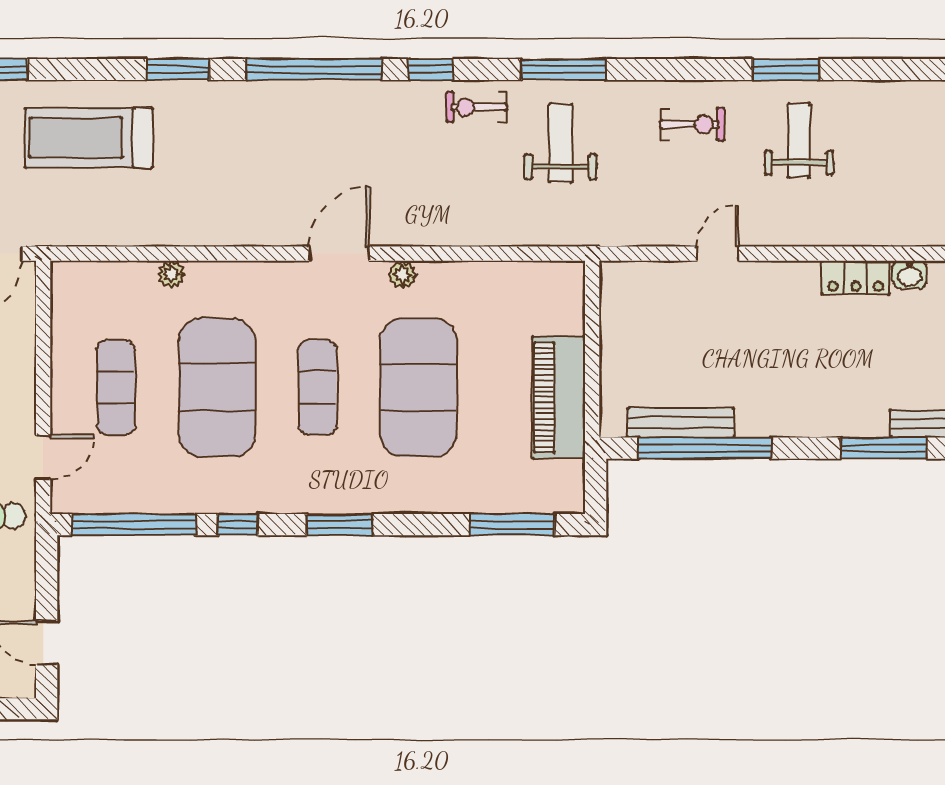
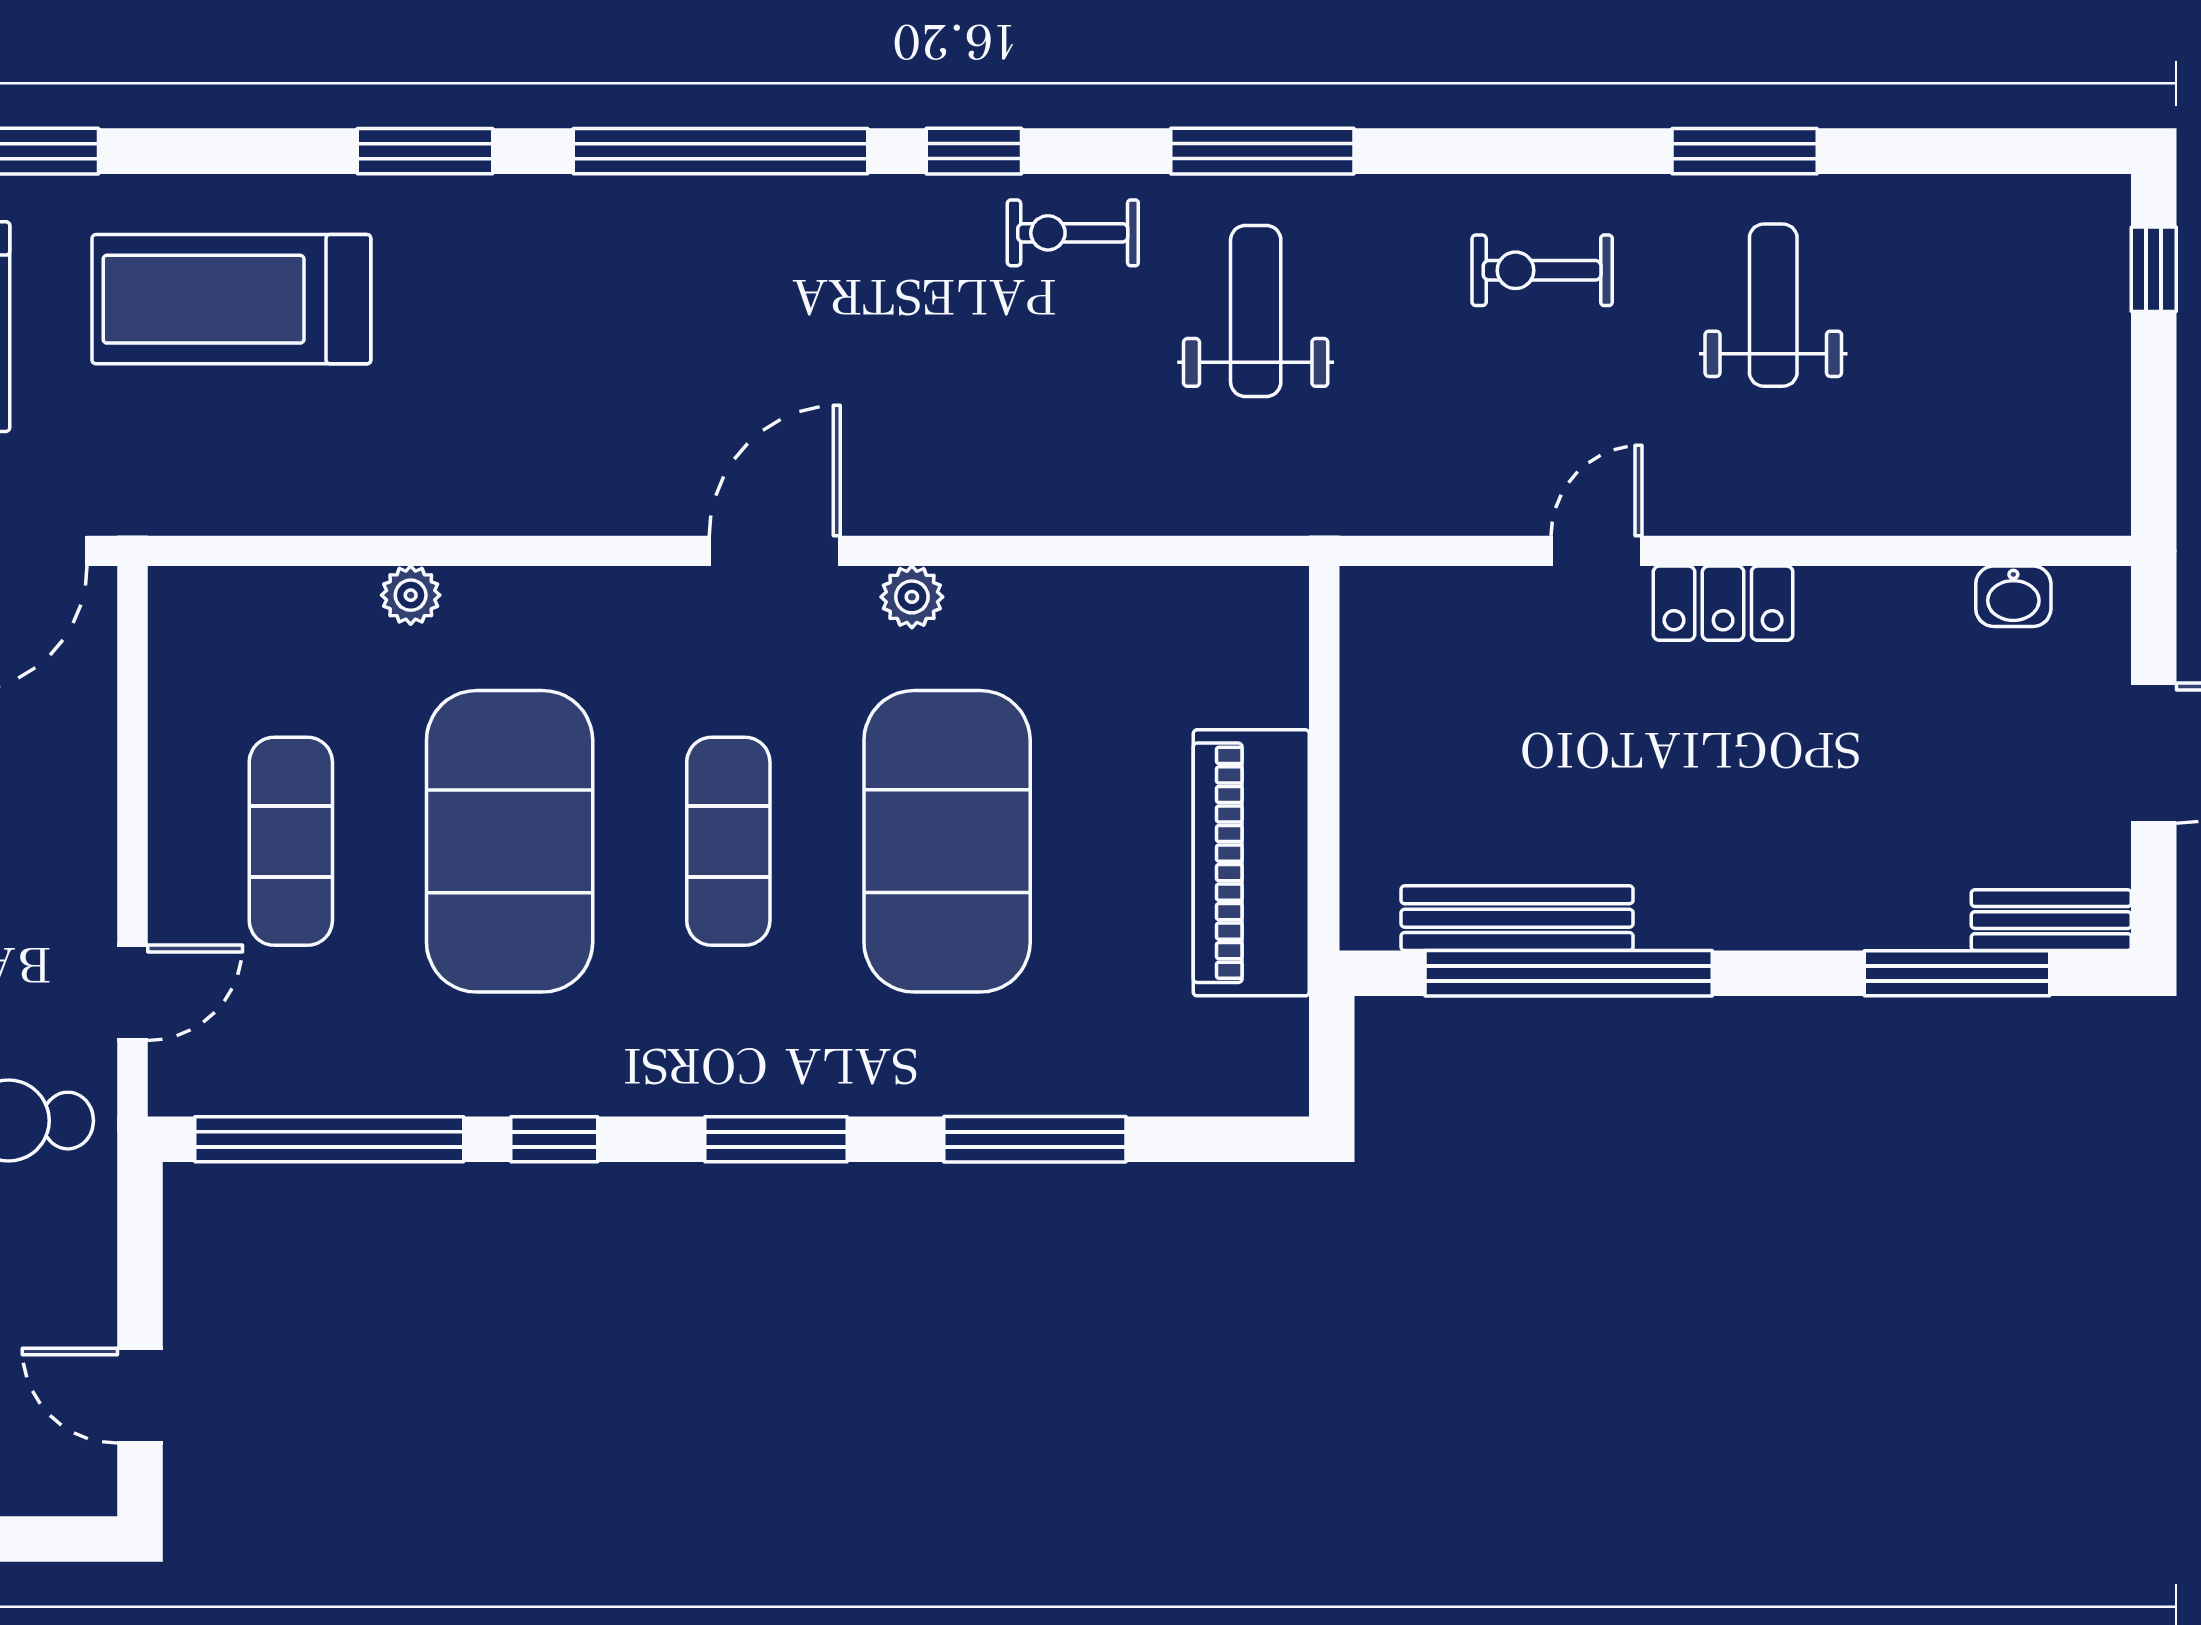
exercise bike: (692, 124) -> (1542, 270), turned 180
locker: (856, 278) -> (1723, 603), moved
window: (512, 525) -> (1035, 1139), moved

